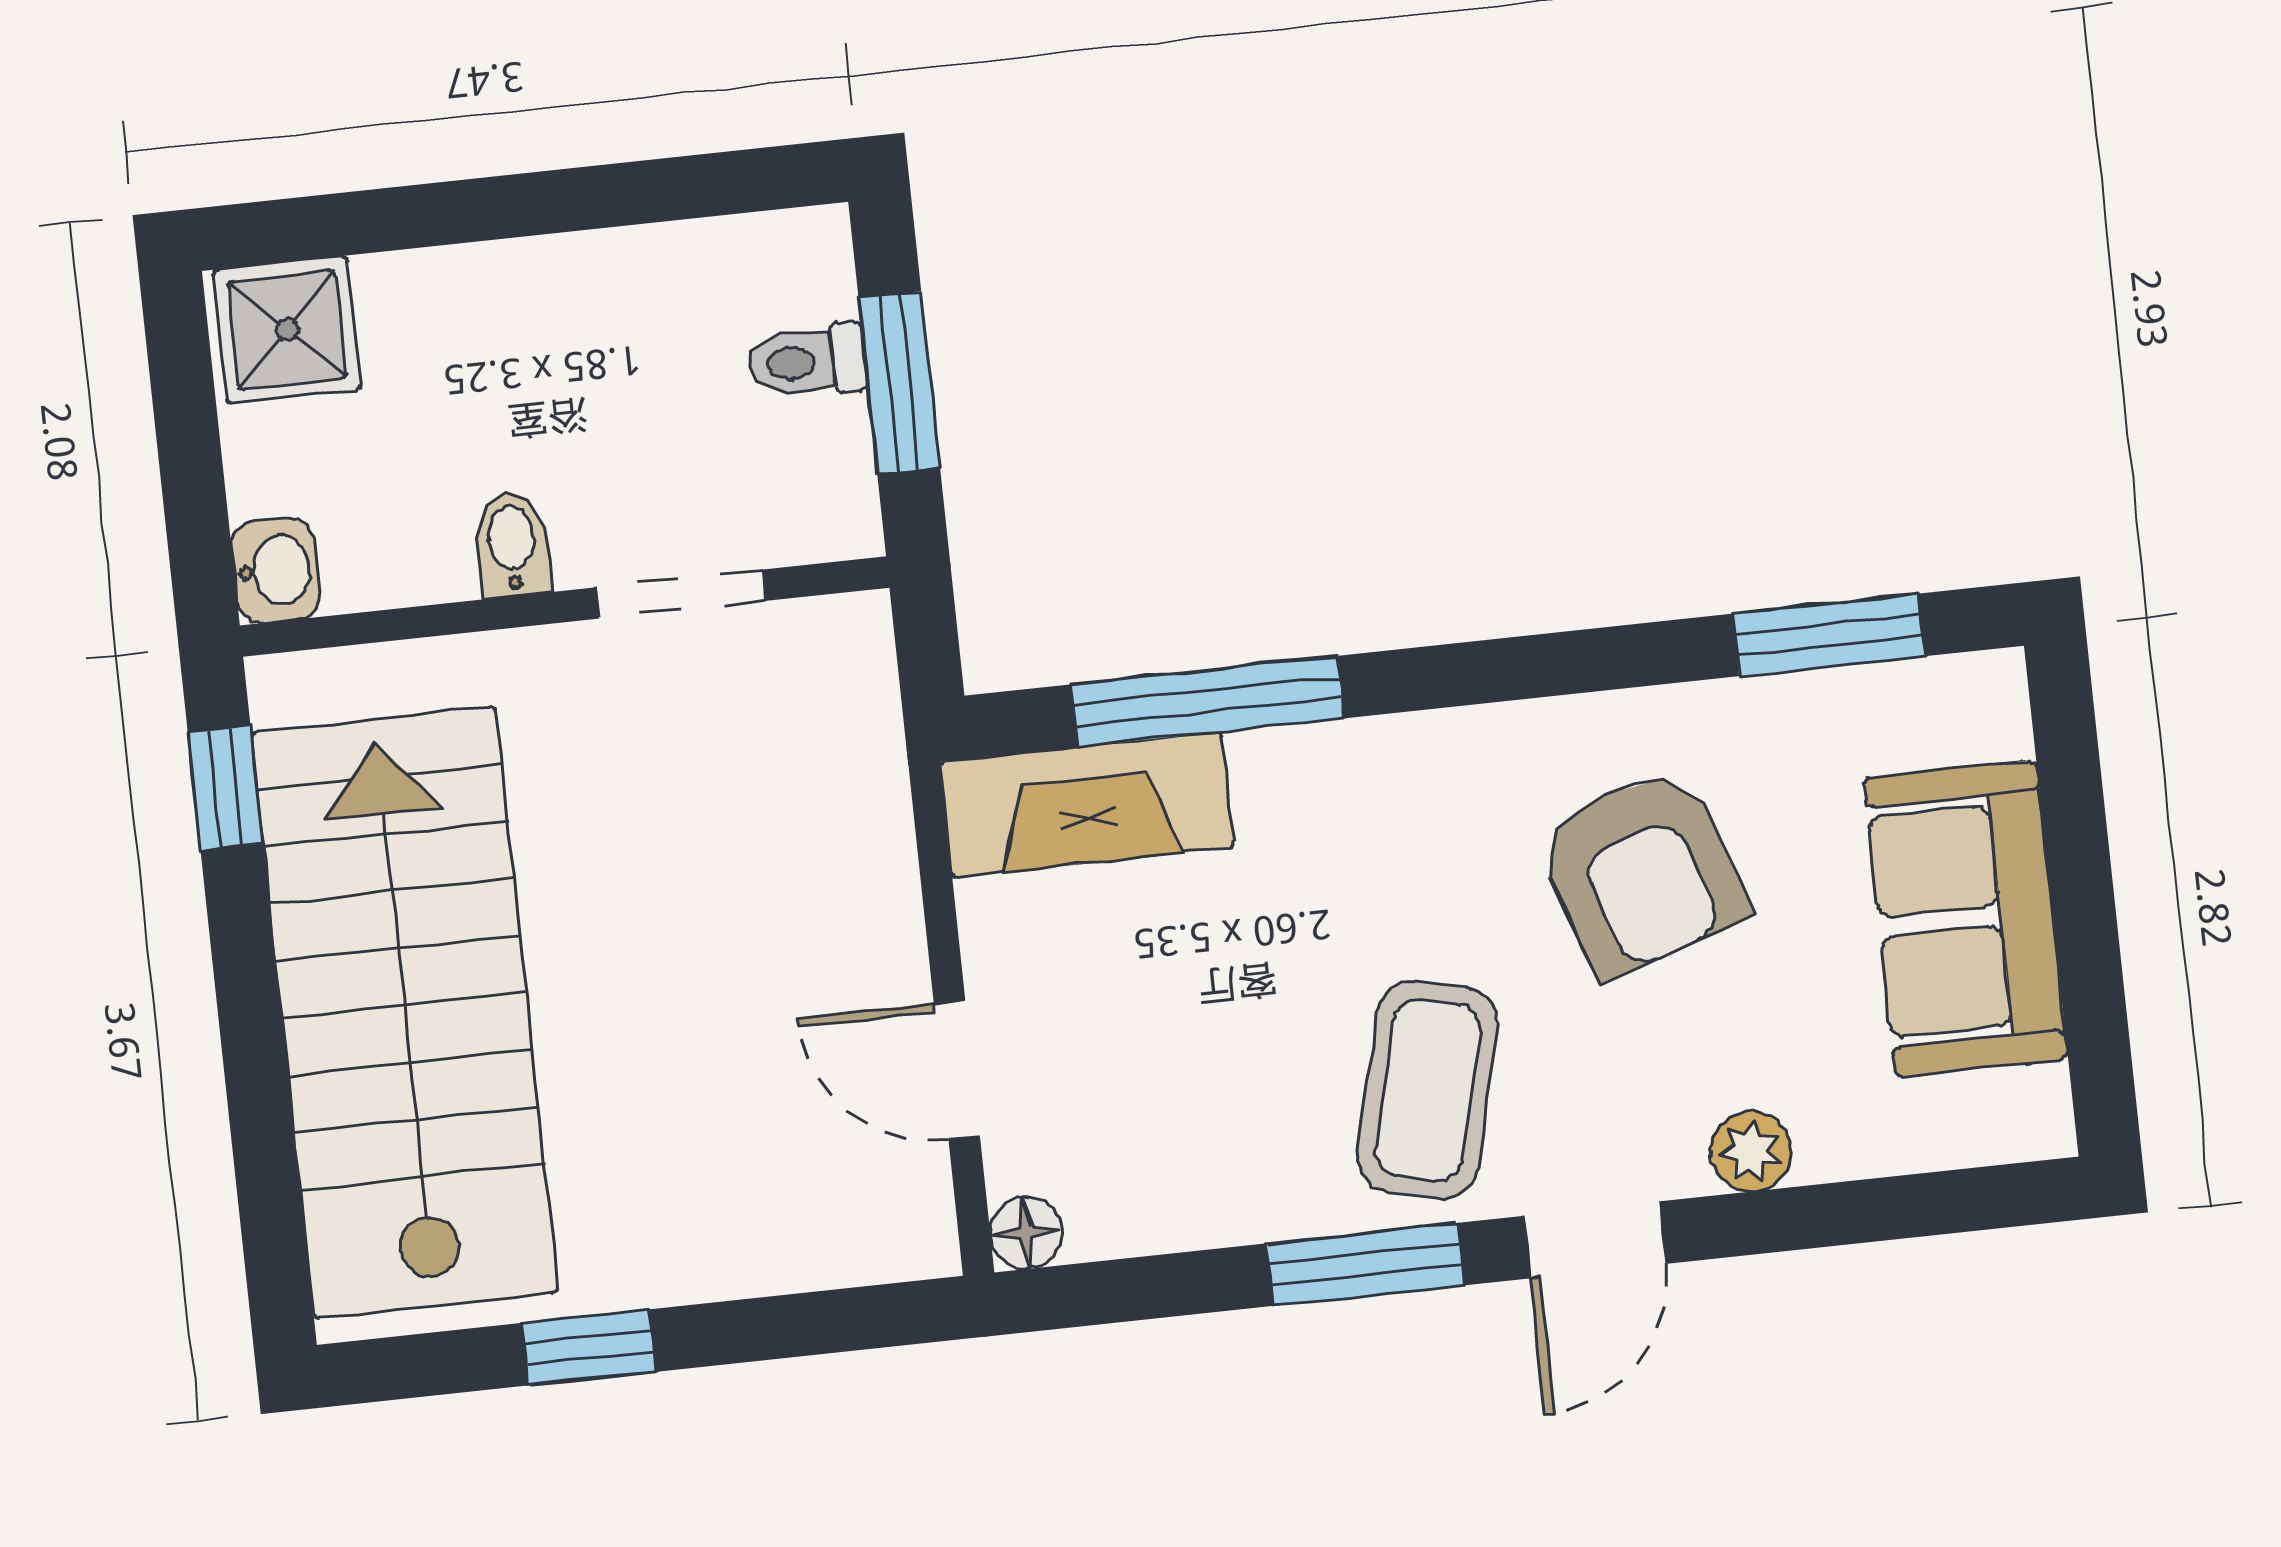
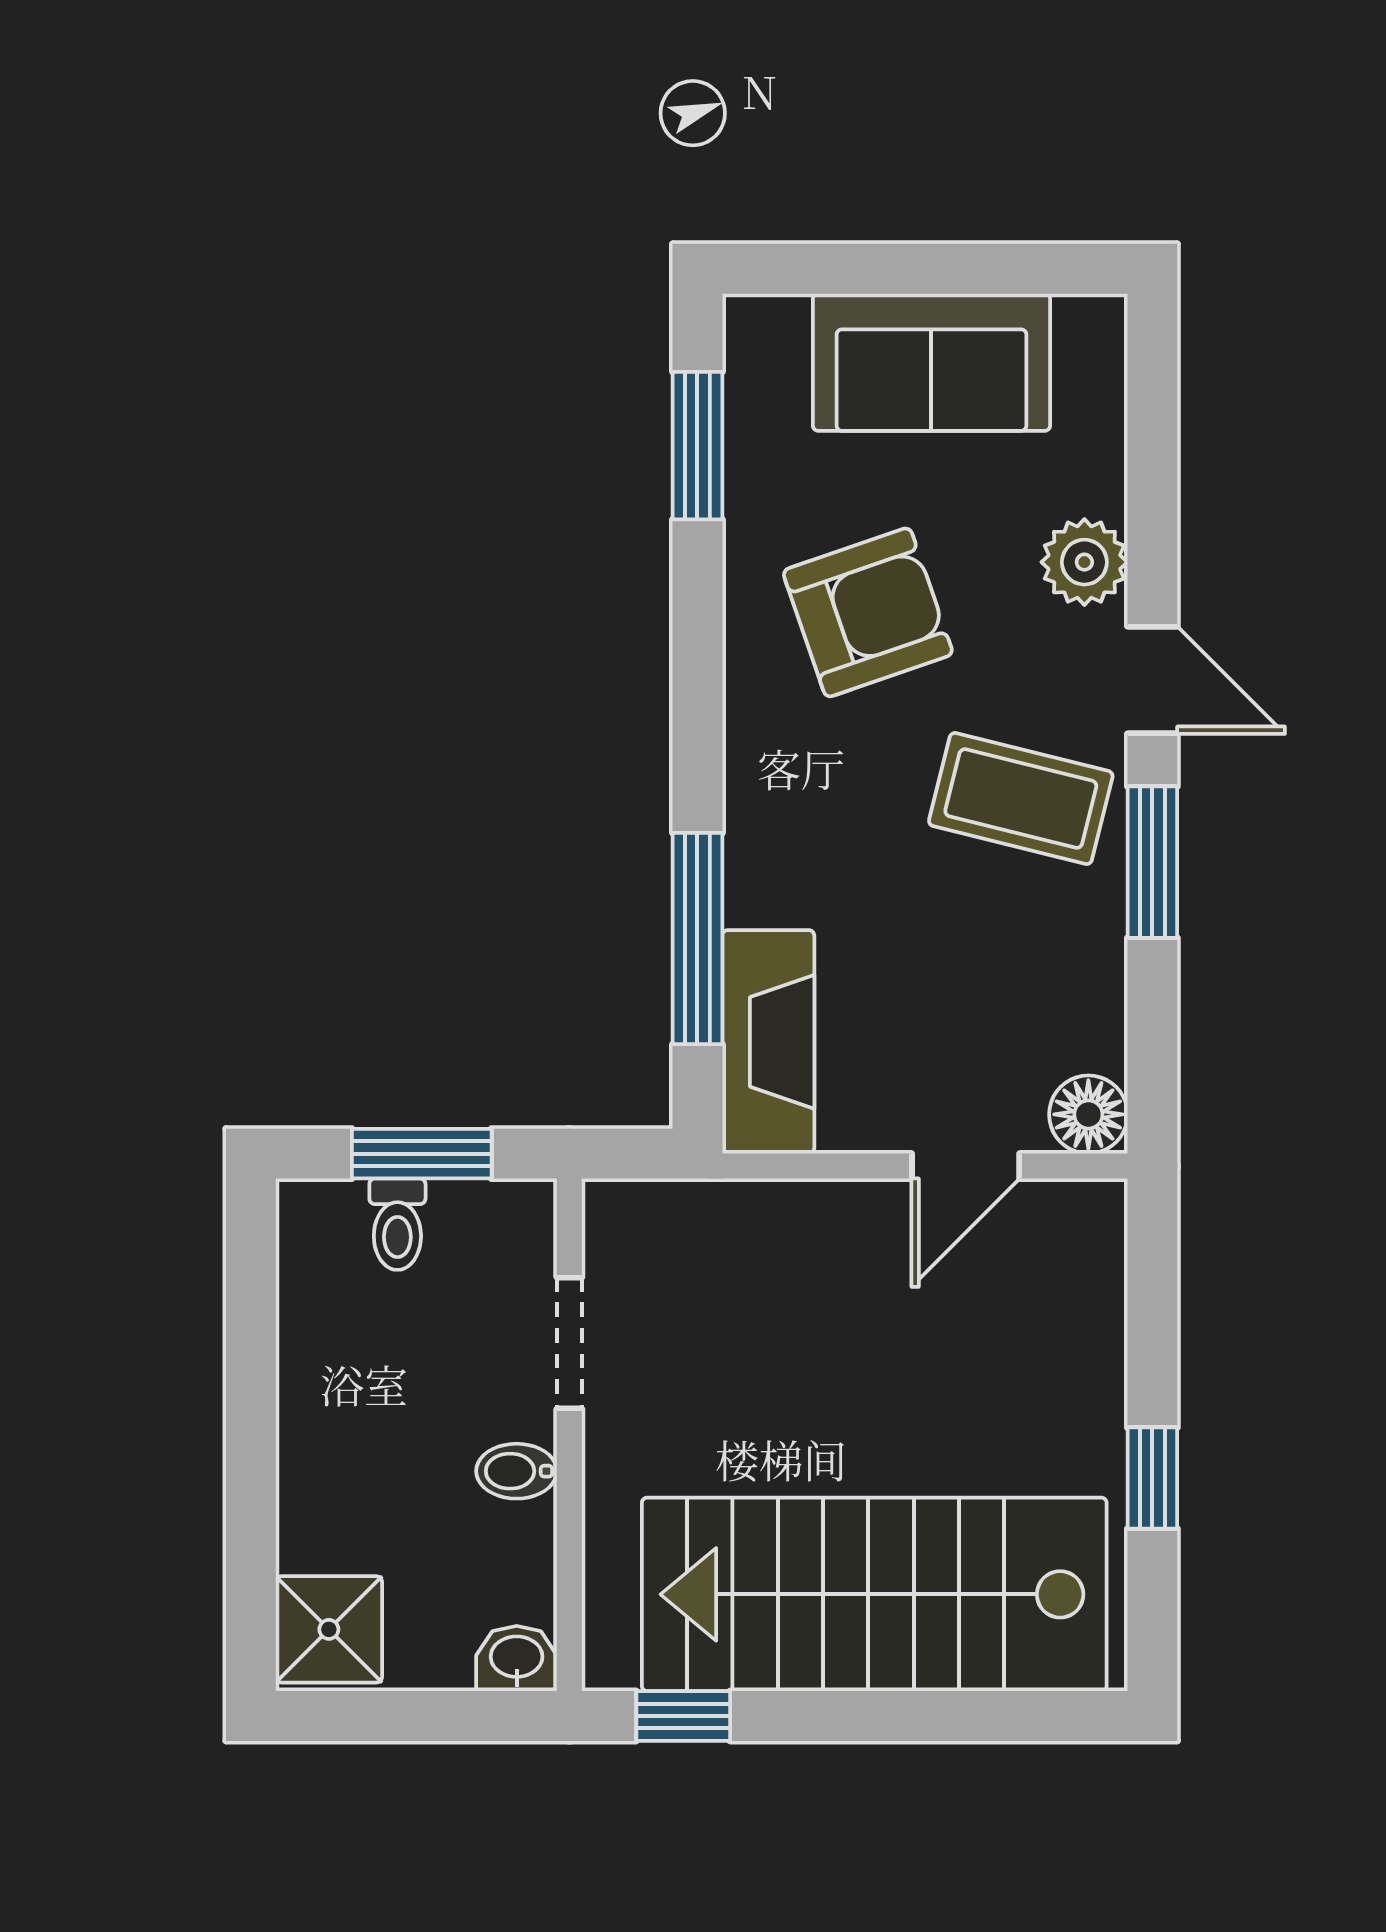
plant: (1751, 1152) -> (1084, 562), width x1.38, depth x1.38
floor lamp: (1026, 1233) -> (1088, 1114), width x1.37, depth x1.37

